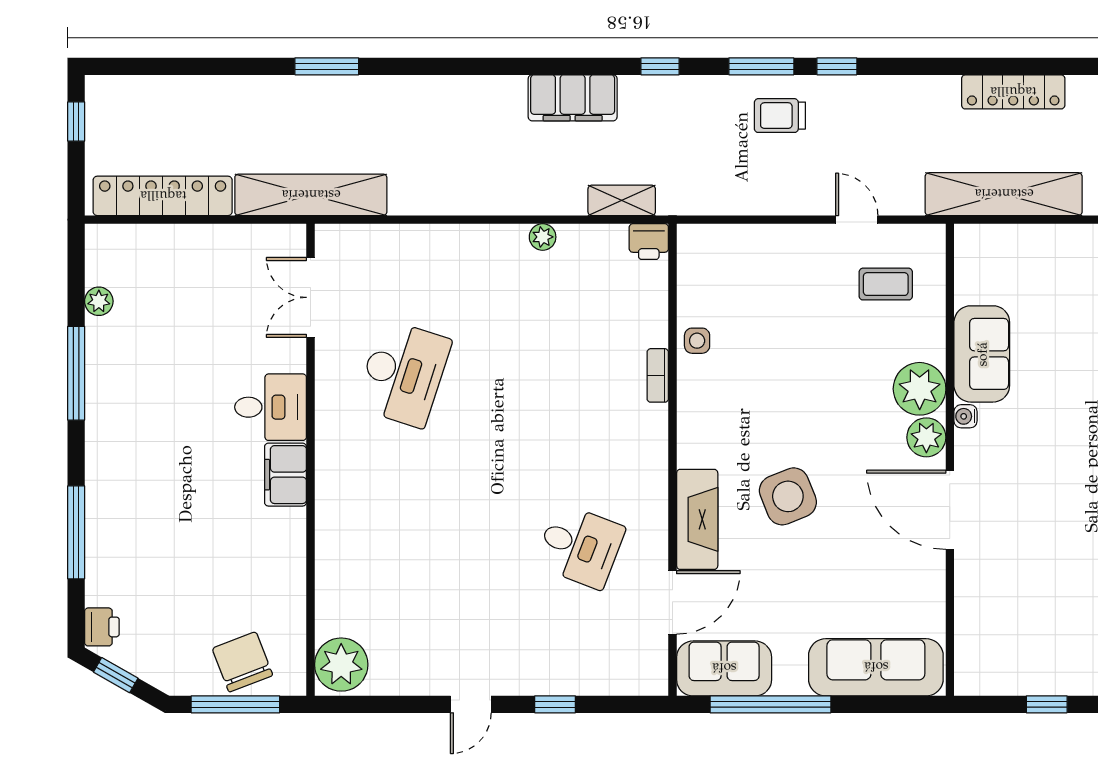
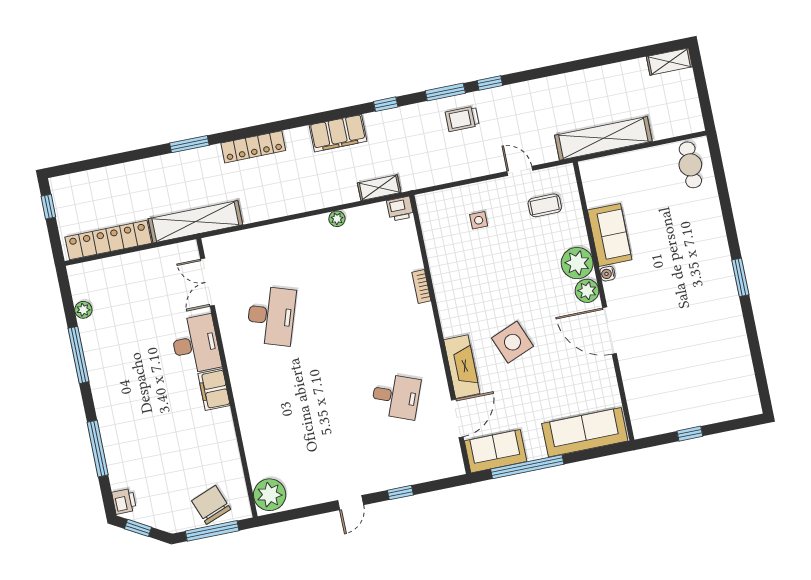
locker: (1013, 92) -> (253, 147), moved
side table: (697, 341) -> (479, 220), moved
desk: (271, 407) -> (196, 344), width x1.37

